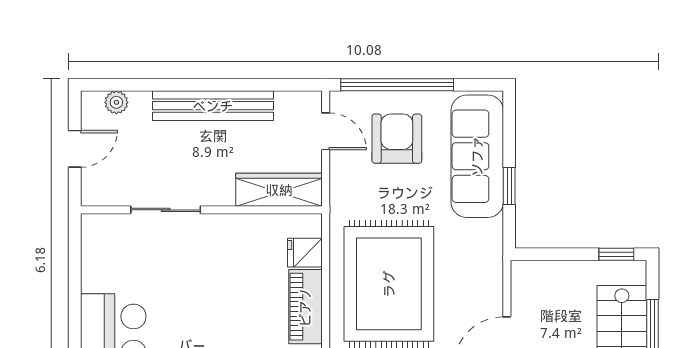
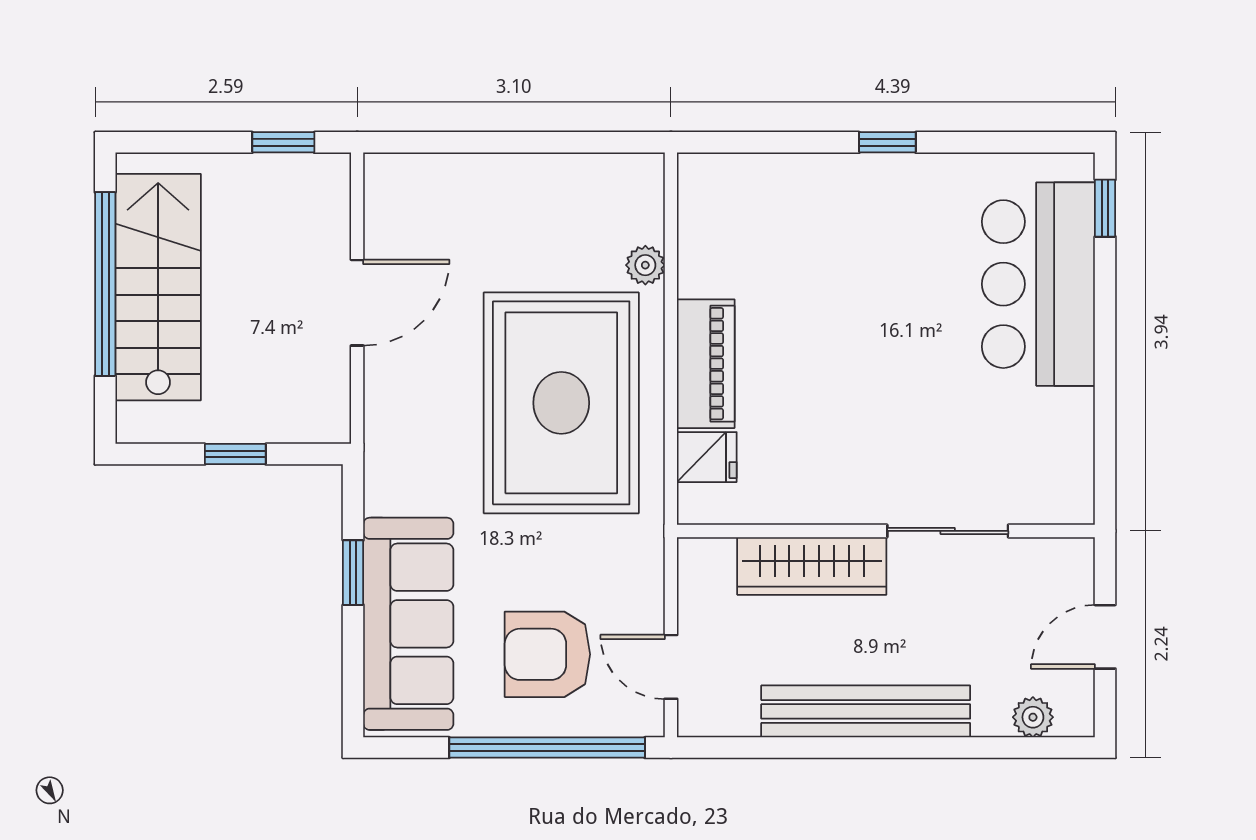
armchair: (397, 139) -> (547, 654), turned 90
wardrobe: (279, 190) -> (812, 566), moved
window: (616, 254) -> (235, 454), moved

